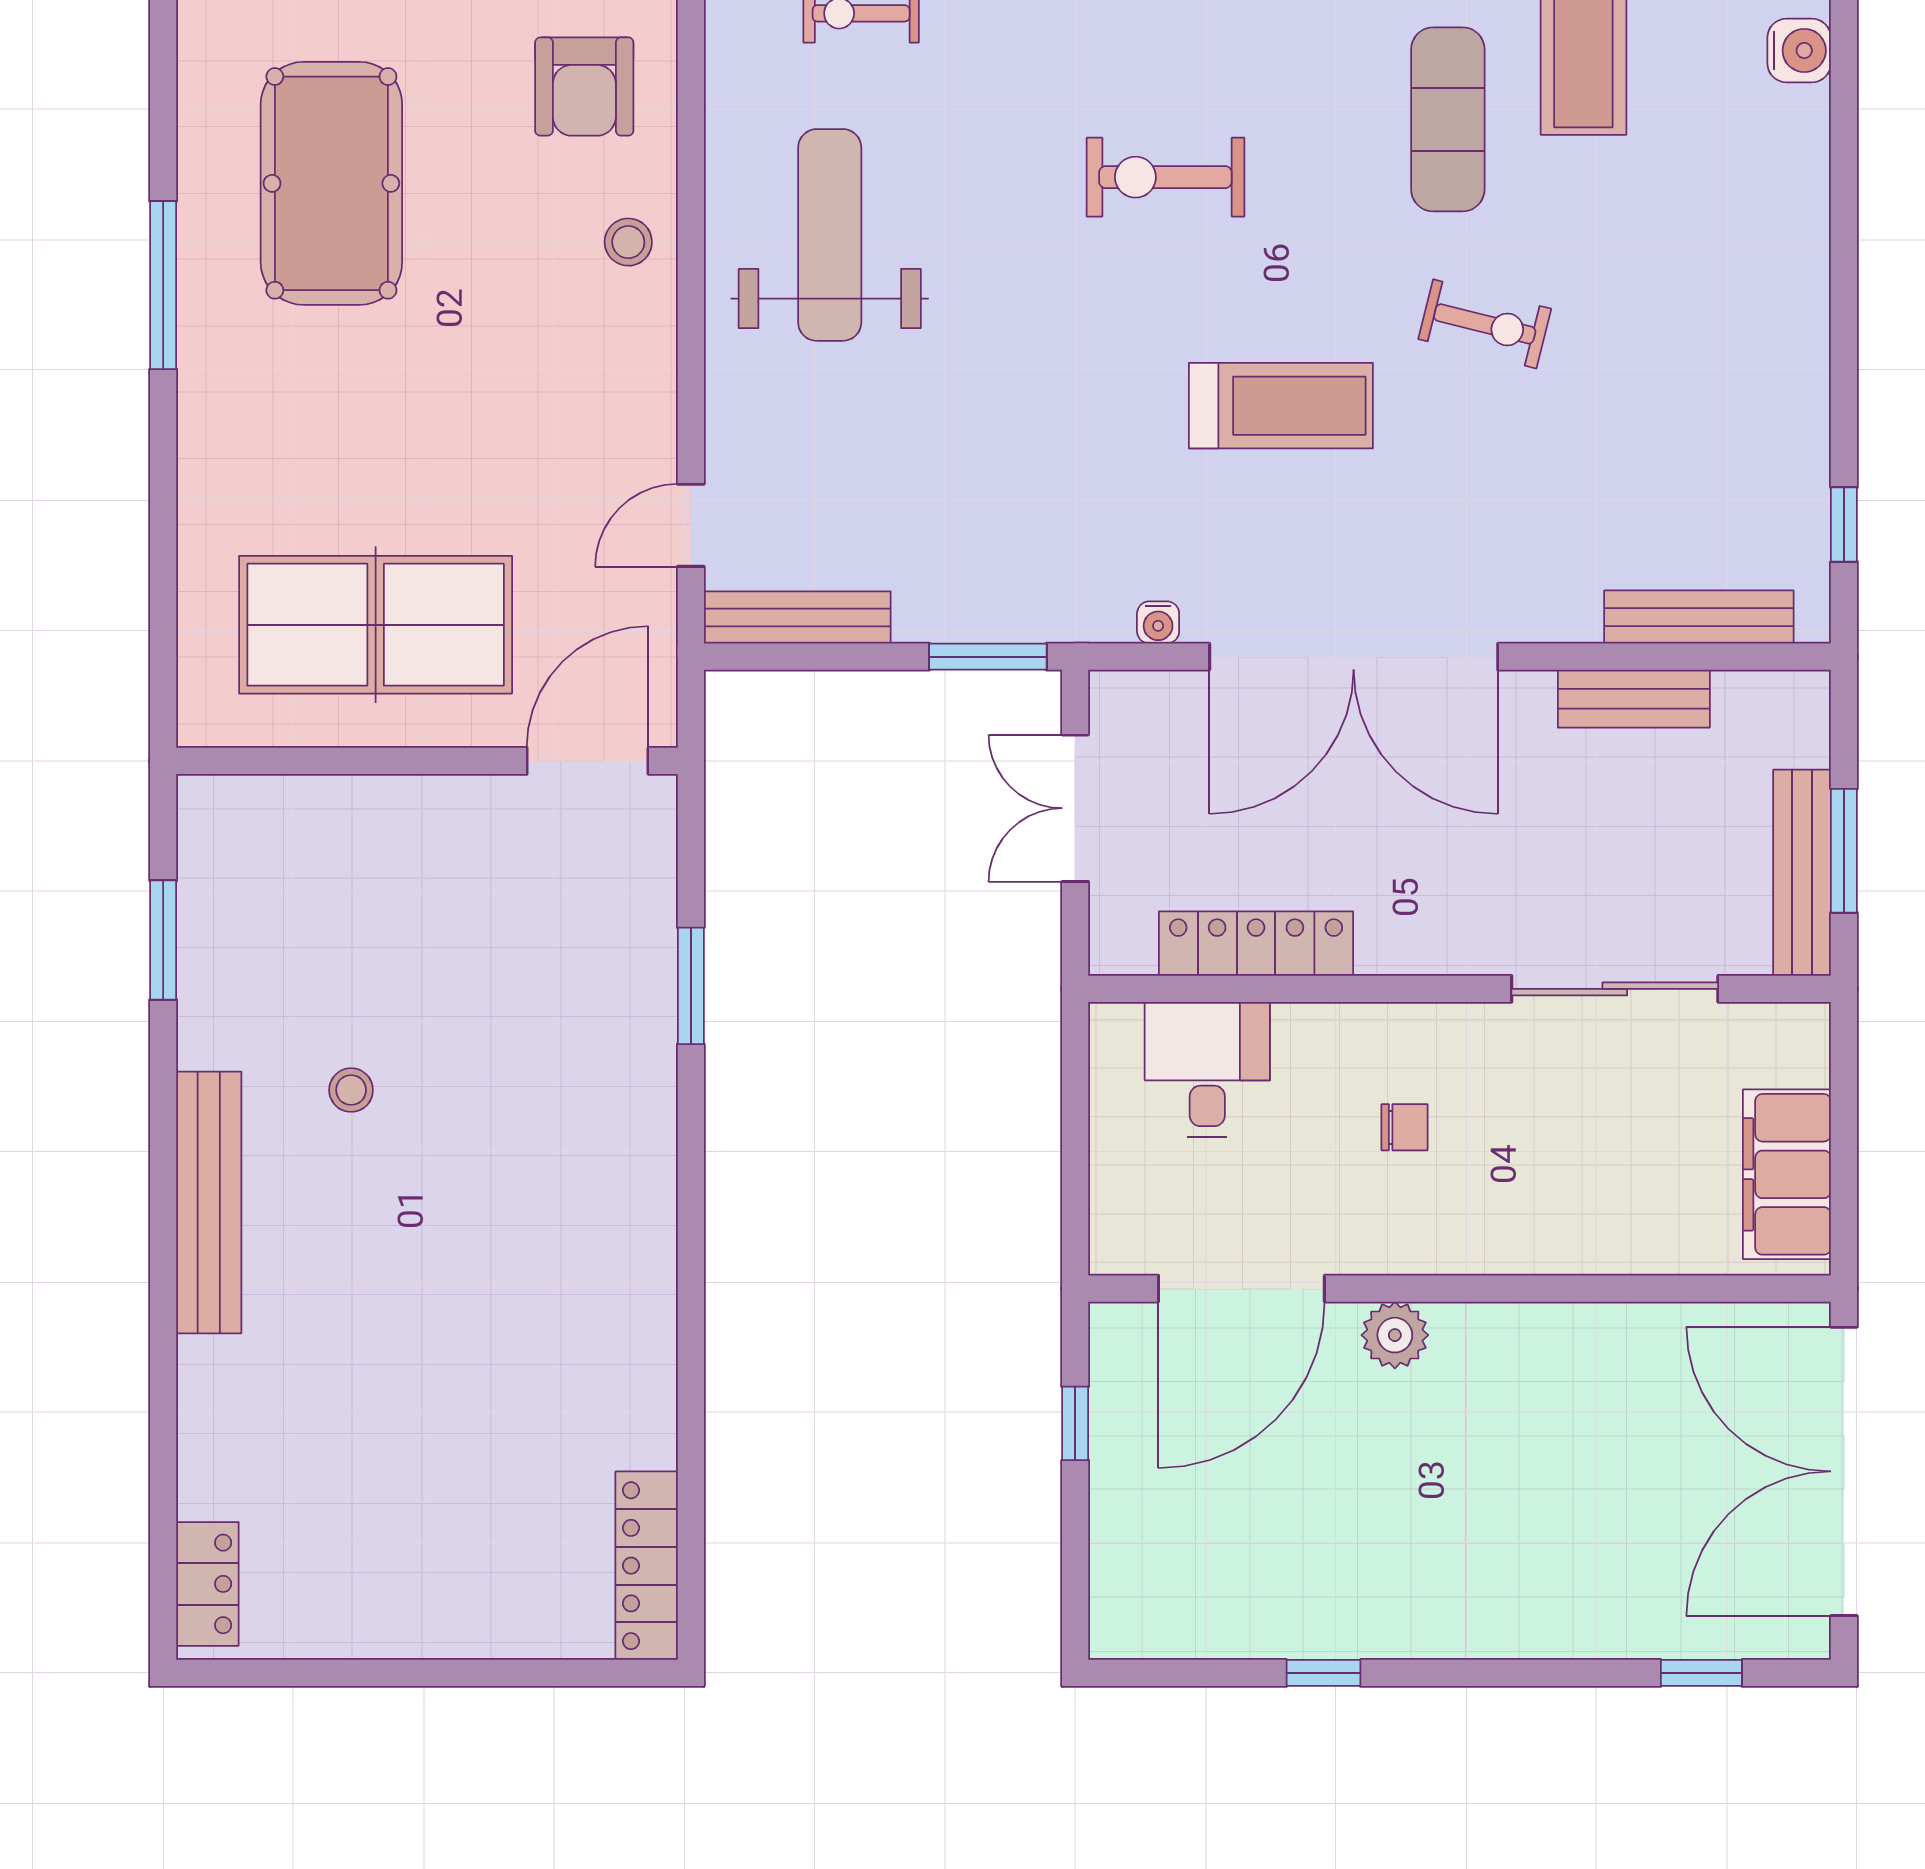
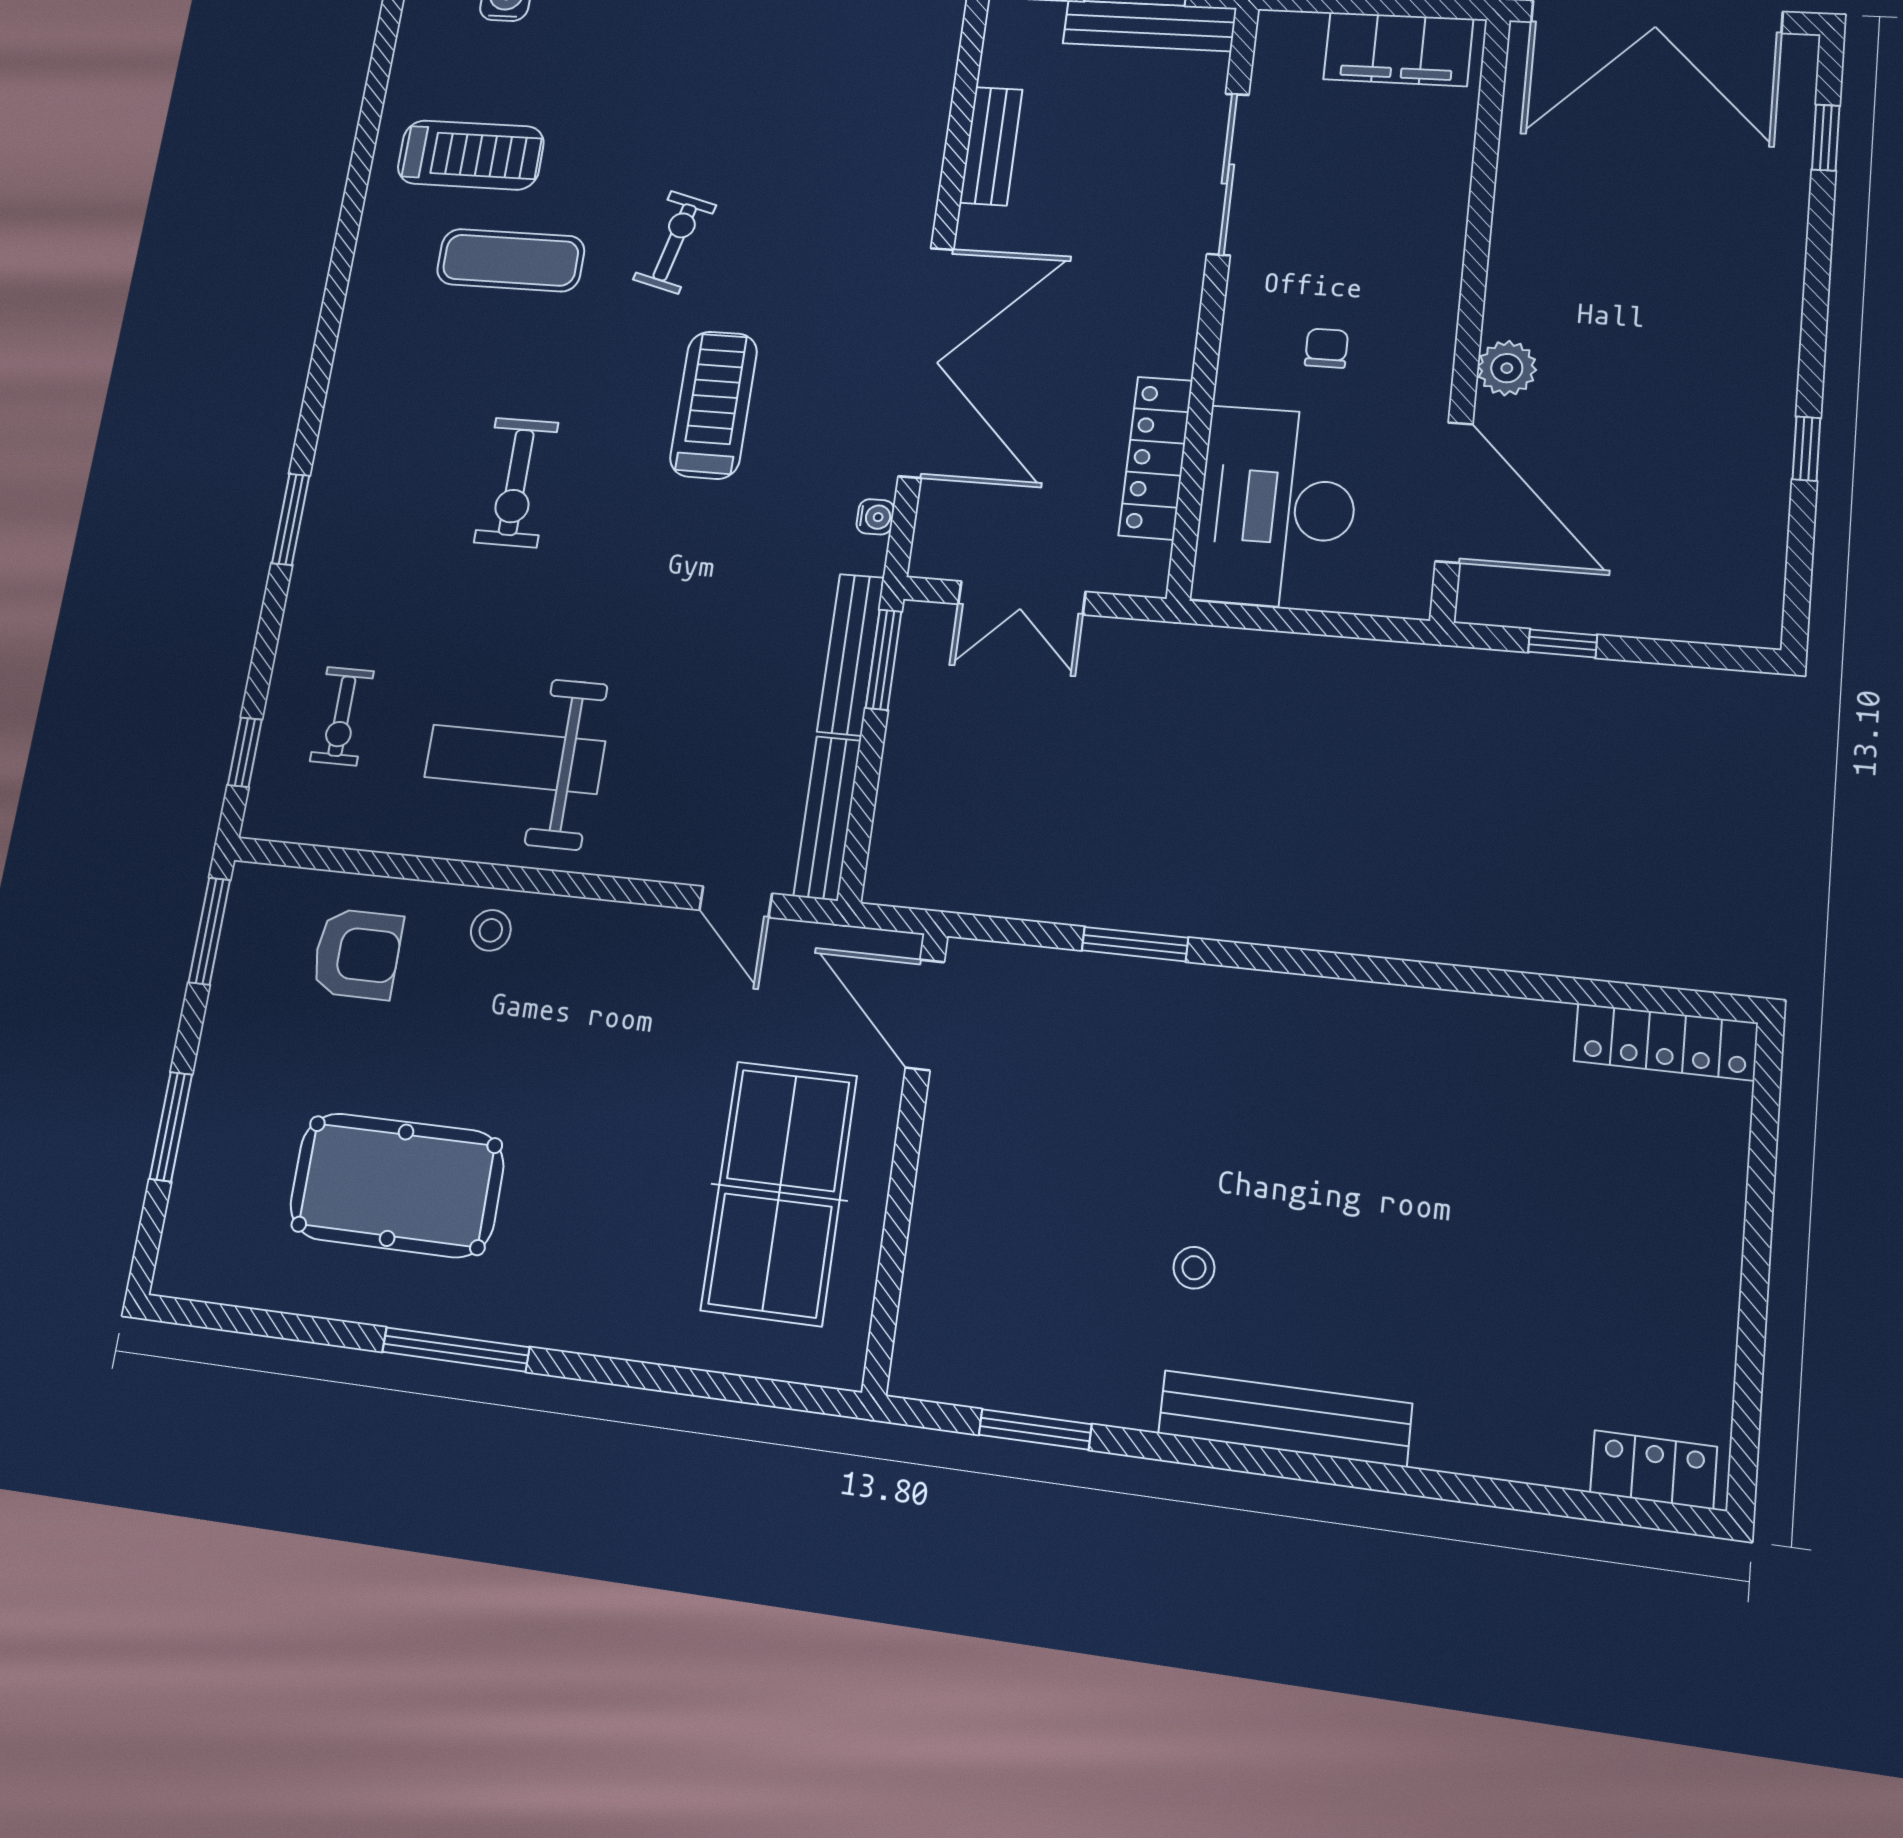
bench: (1699, 617) -> (851, 654), moved
desk: (1207, 1069) -> (1277, 508), width x1.87, depth x1.30

